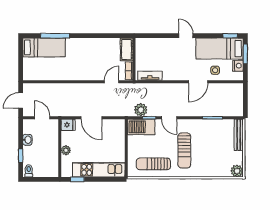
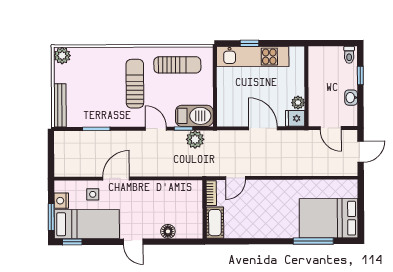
floor lamp: (161, 43) -> (168, 231), added
bed: (44, 48) -> (329, 218), width x1.50
tv unit: (150, 76) -> (182, 186), removed
plant: (66, 150) -> (298, 103), moved
window: (77, 179) -> (249, 43), moved

